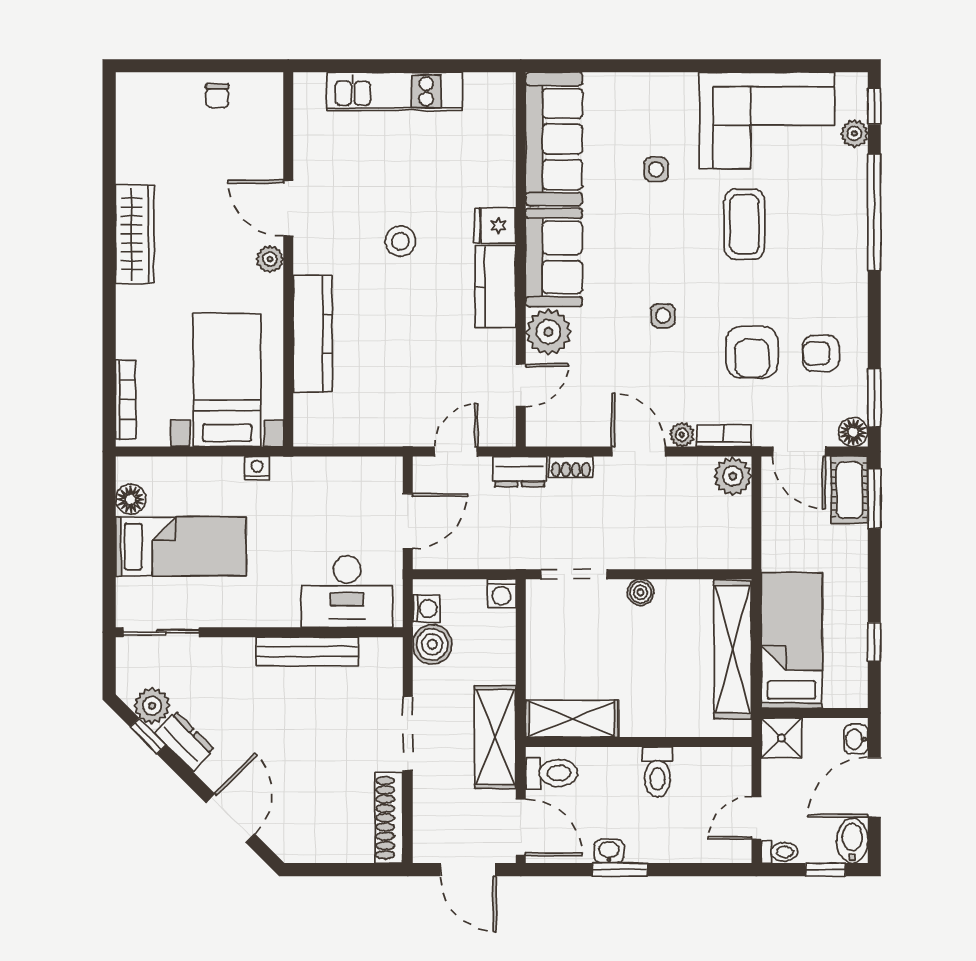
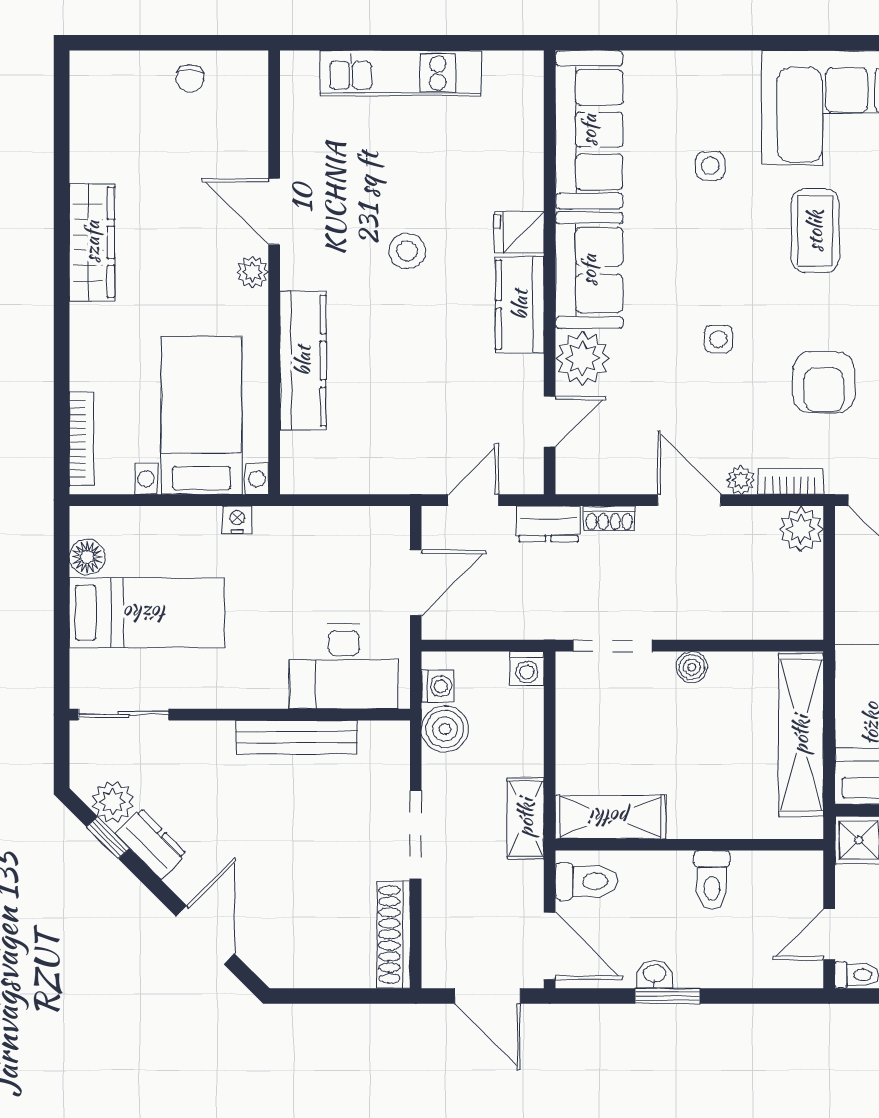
shelving: (495, 737) -> (526, 818), width x0.67, depth x0.75

